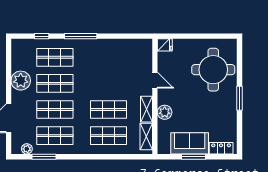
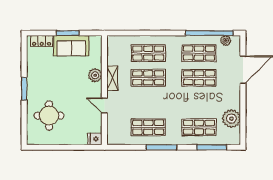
window: (42, 36) -> (212, 147), width x2.17
window: (81, 36) -> (161, 147), moved
round table: (213, 70) -> (49, 116), width x0.73, depth x0.73
plant: (21, 81) -> (231, 119), moved
shop shelf: (55, 83) -> (148, 127), moved
shelving: (146, 137) -> (112, 52), removed
window: (44, 157) -> (209, 33), width x2.11

